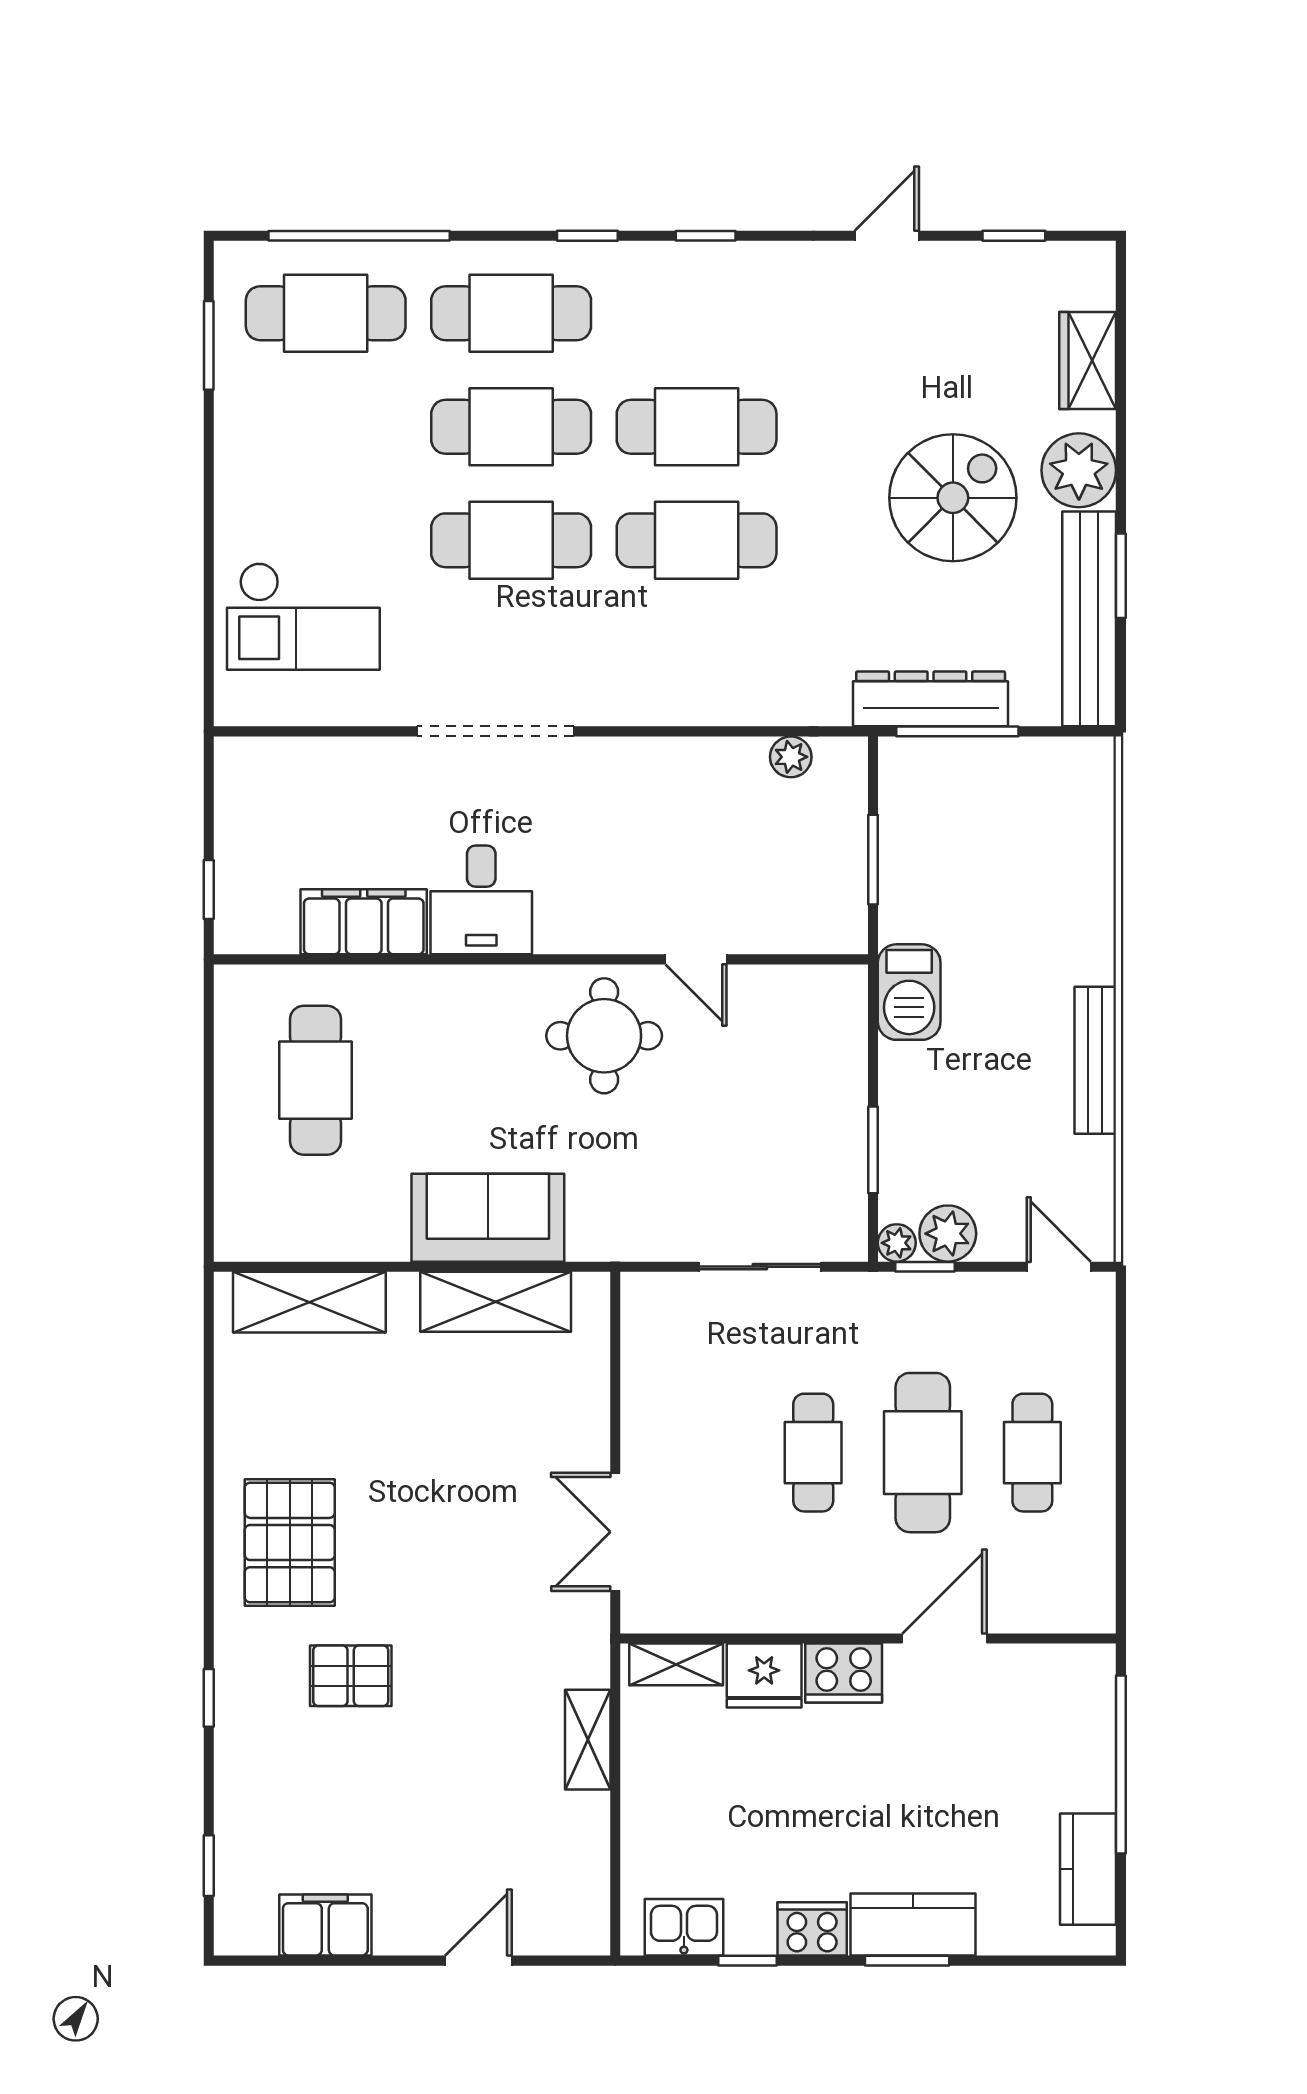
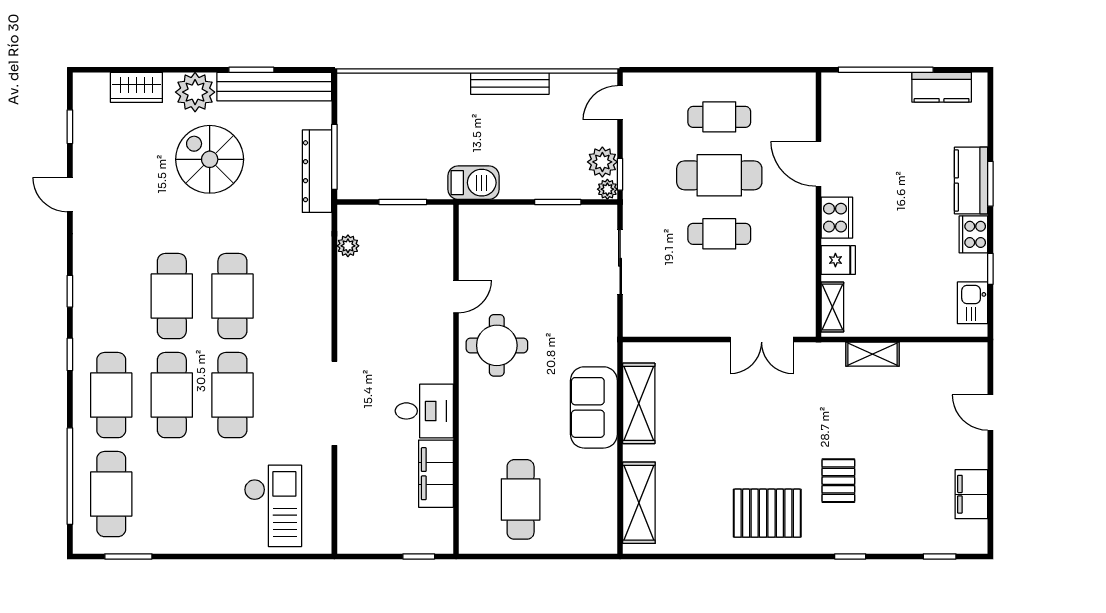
cafe table: (315, 1080) -> (521, 499), turned 90
fridge: (764, 1676) -> (838, 260), width x0.72

